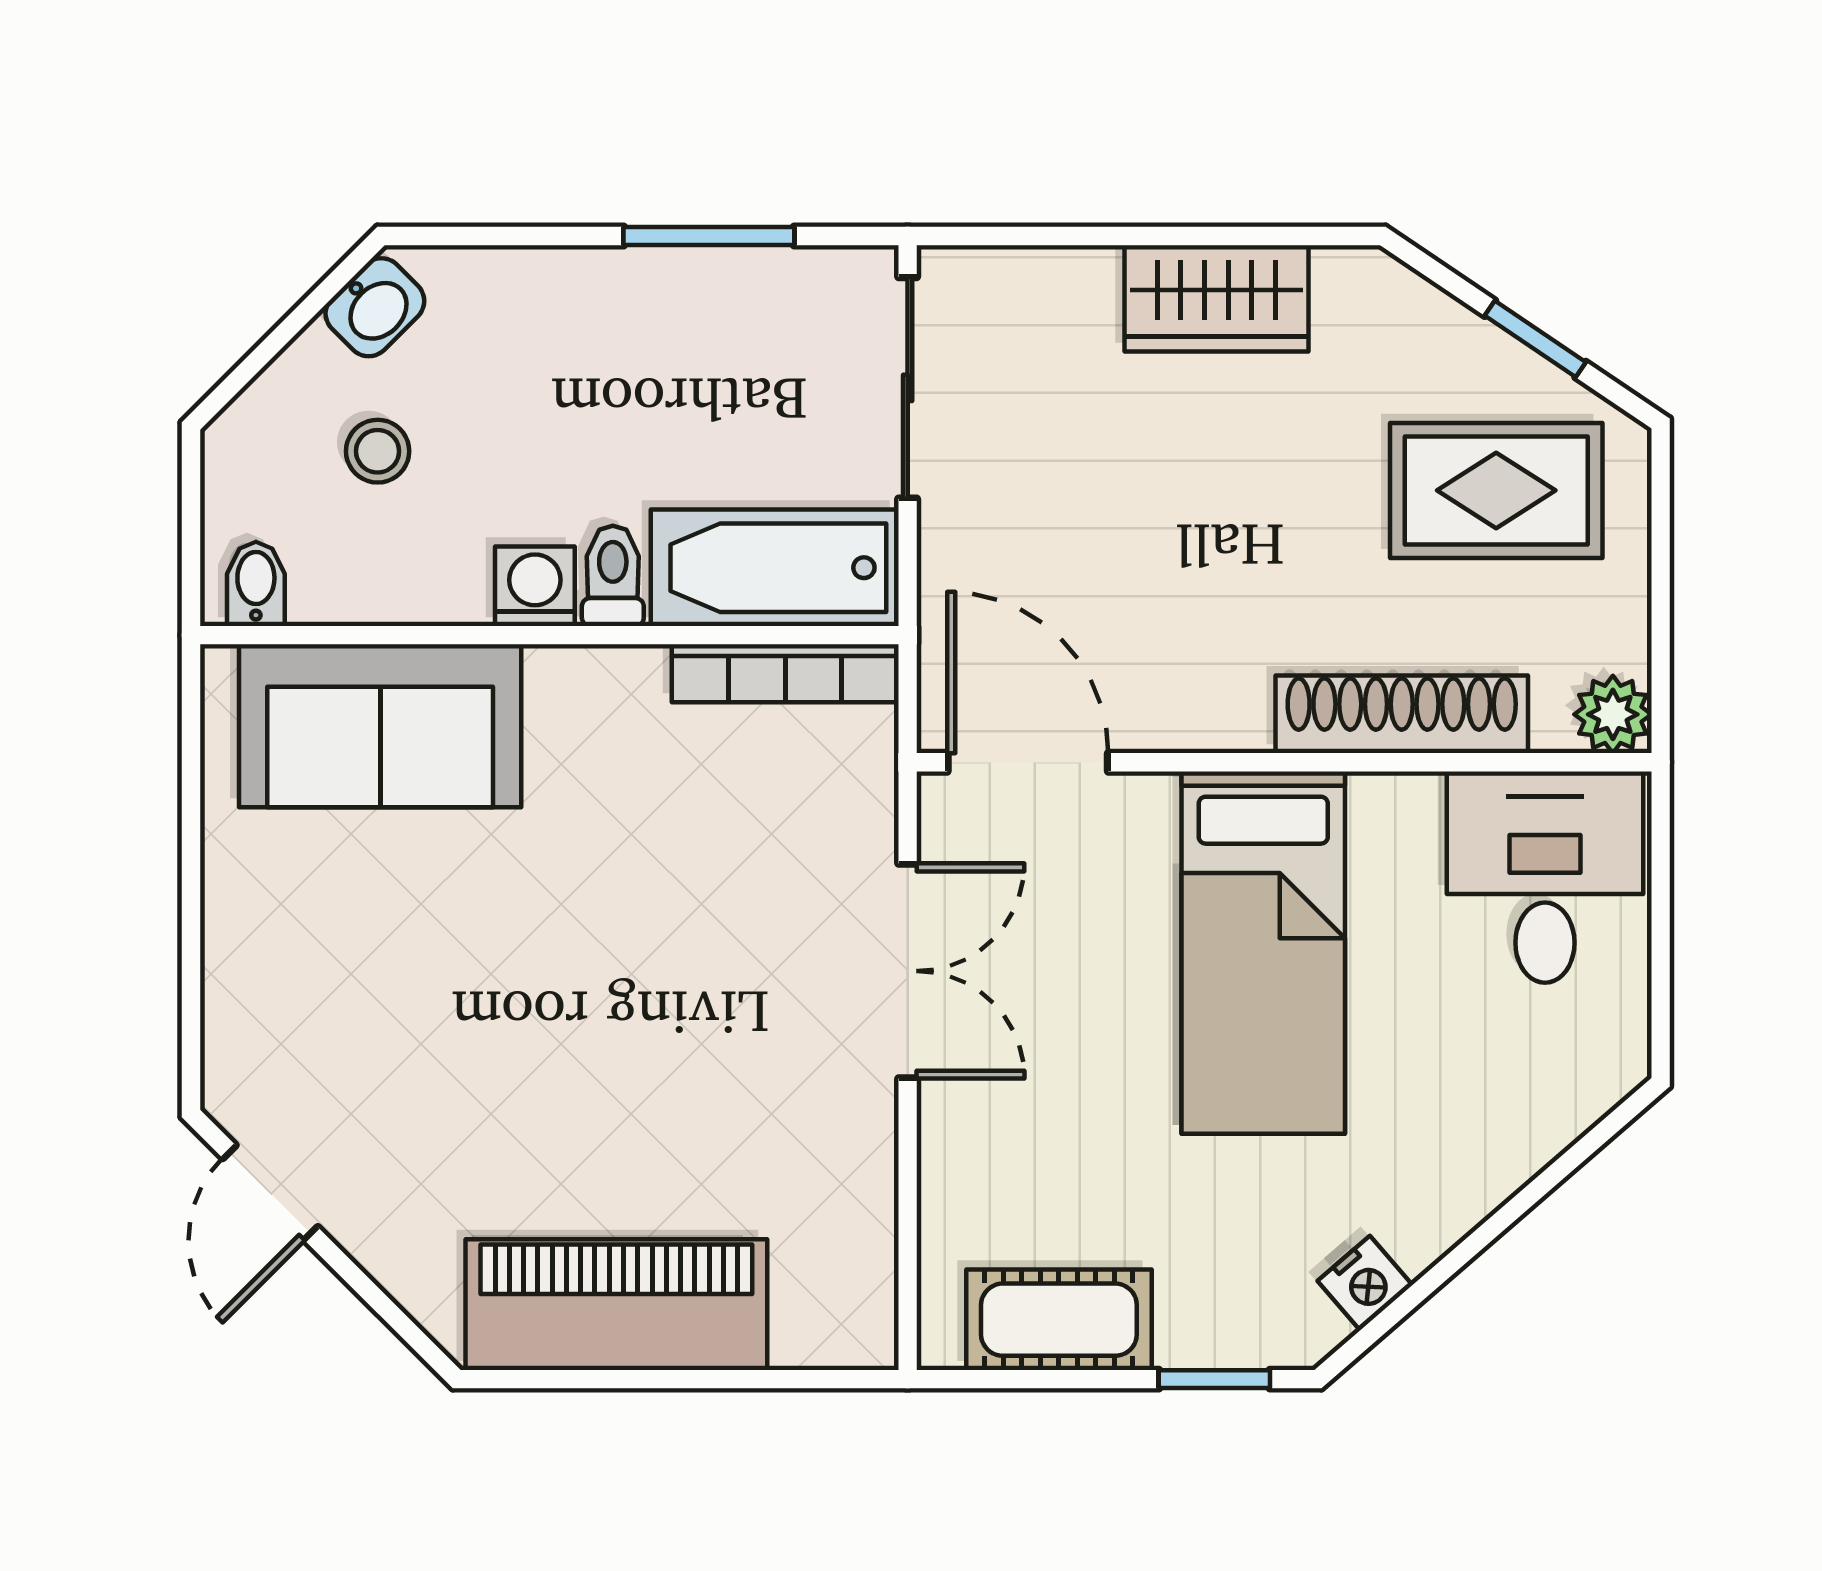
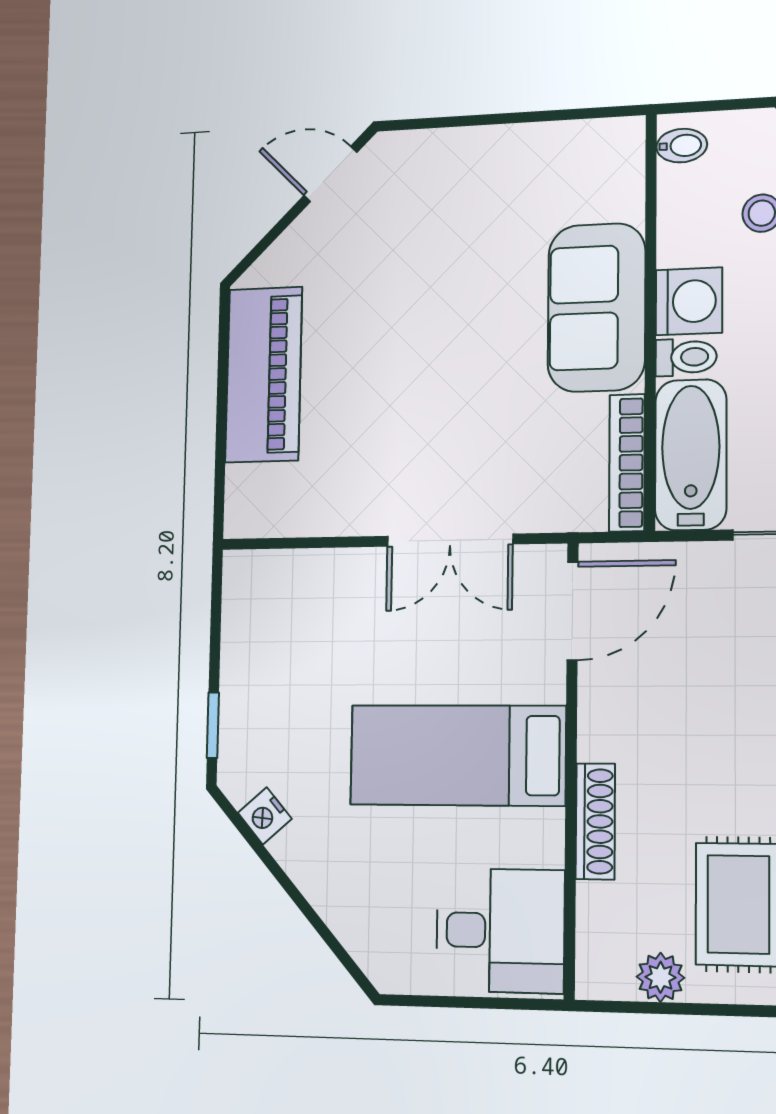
washing machine: (535, 586) -> (689, 301), width x1.38, depth x1.38
shoe rack: (1402, 714) -> (595, 821), width x0.74, depth x0.81
plant: (1613, 714) -> (661, 977), moved
sofa: (380, 726) -> (596, 307), moved
cot: (1059, 1320) -> (249, 633), removed

